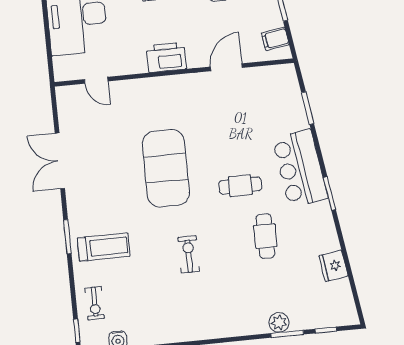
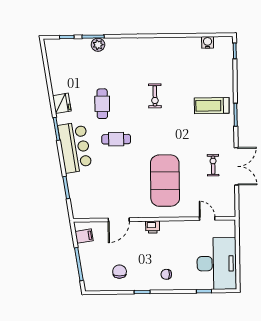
printer: (166, 57) -> (153, 227), width x0.53, depth x0.68
exercise mat: (166, 168) -> (165, 181), moved
fridge: (333, 266) -> (62, 103), moved
exercise bike: (95, 303) -> (213, 165), moved

